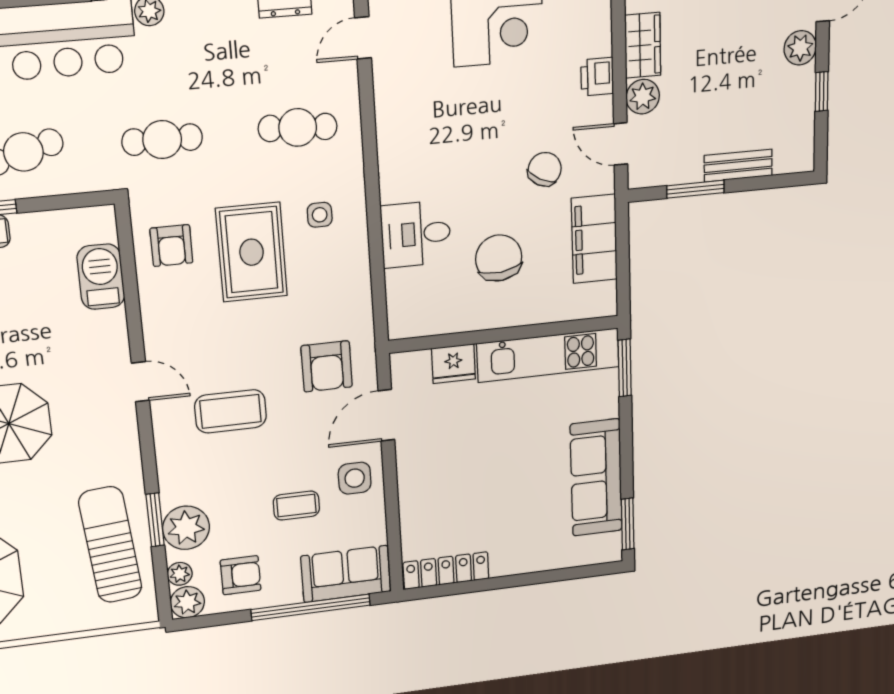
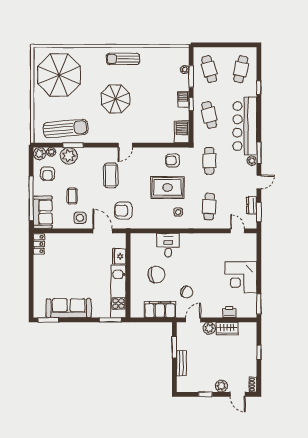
printer: (597, 77) -> (229, 312), moved
barbecue: (101, 277) -> (182, 132), moved, turned -90
locker: (446, 571) -> (39, 244), width x0.66

